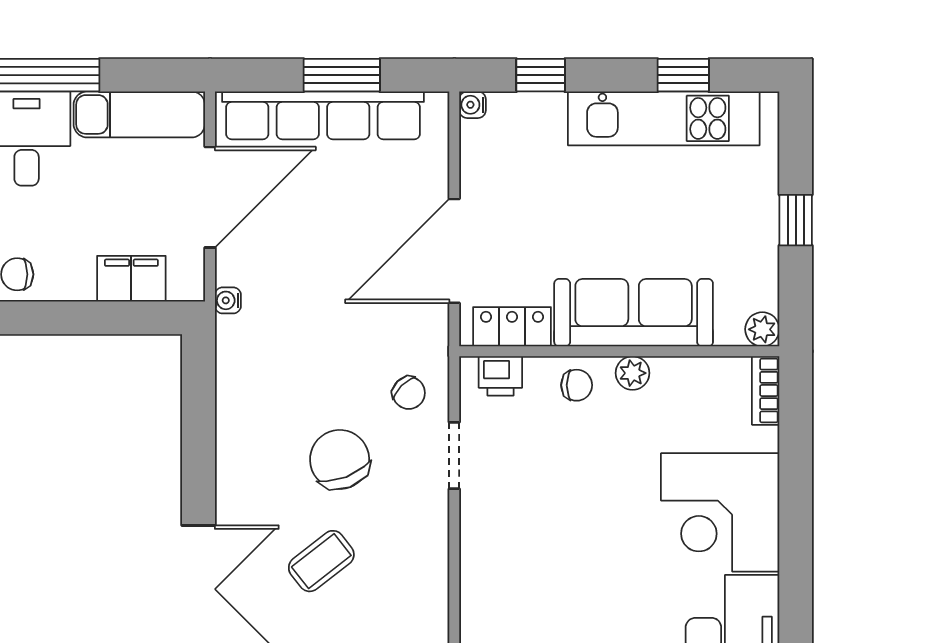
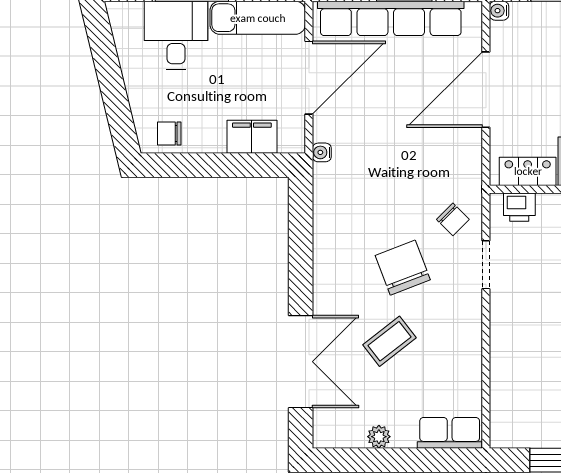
door: (454, 251) -> (486, 90), moved

